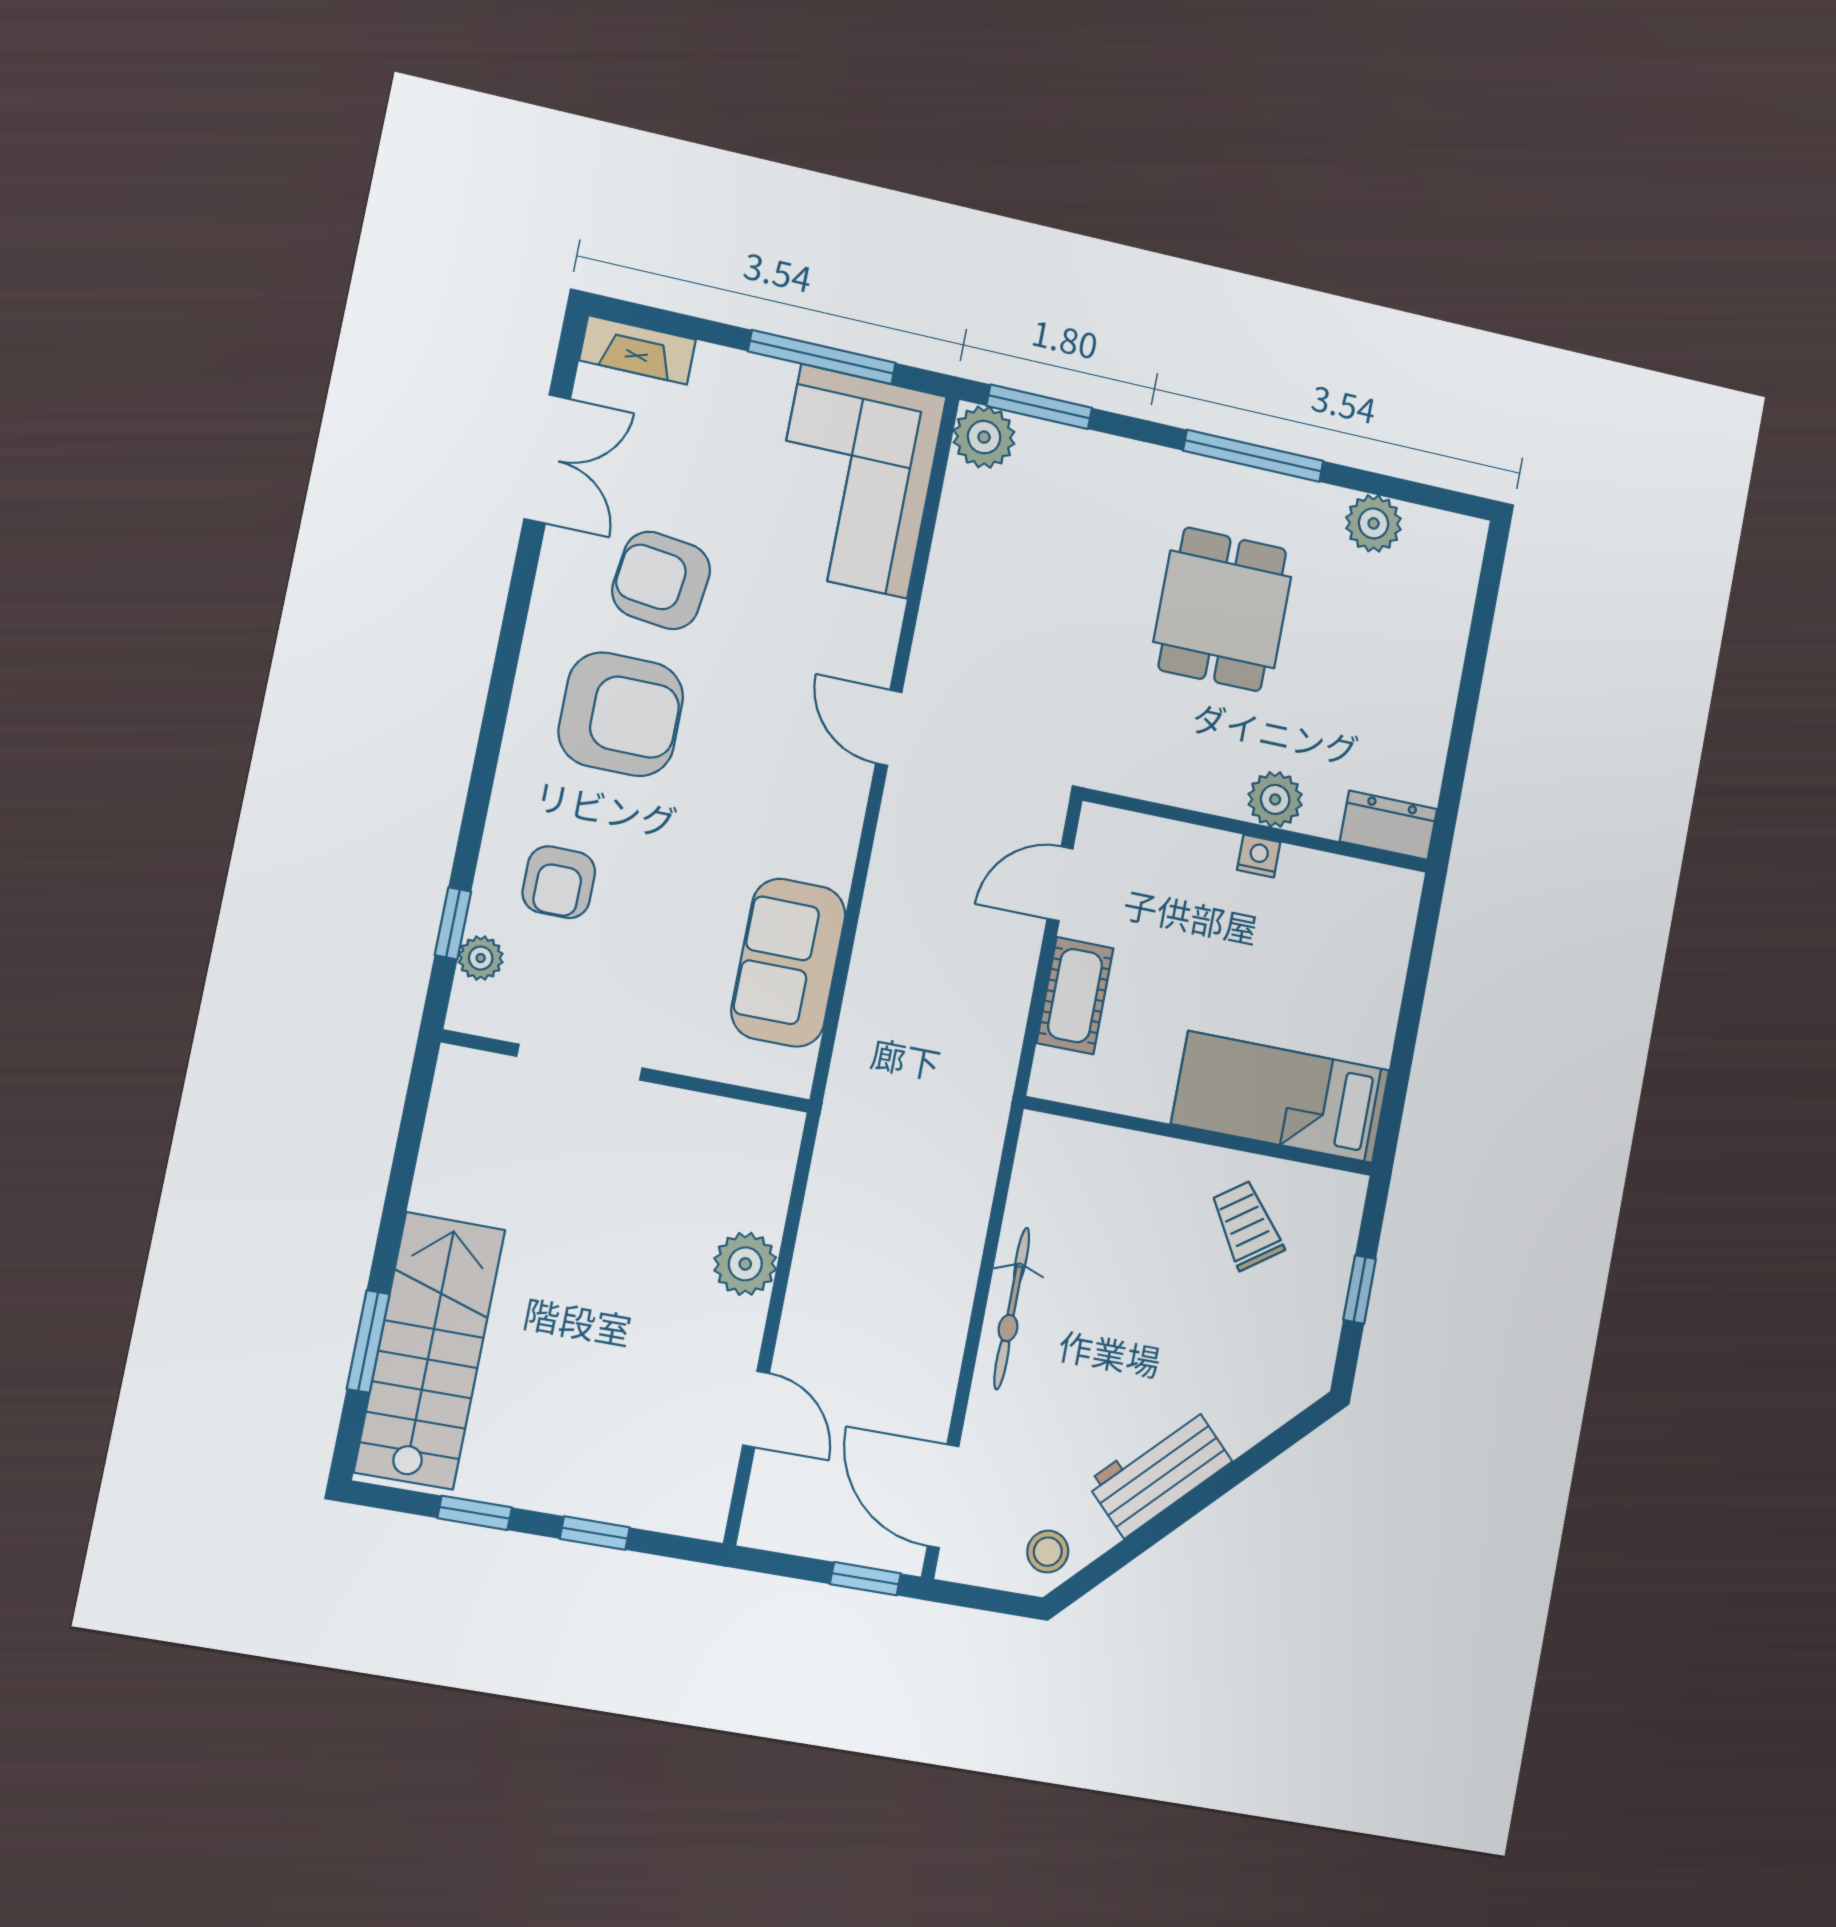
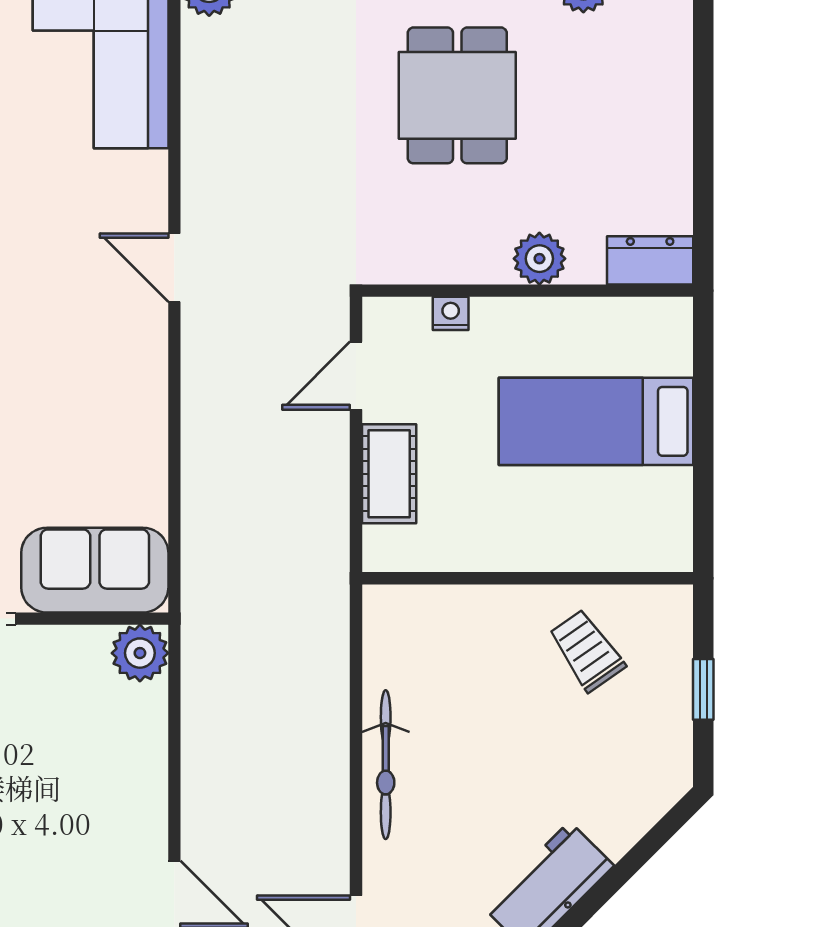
nightstand: (1259, 856) -> (451, 313), moved
sofa: (788, 963) -> (95, 570), moved, turned 90
bed: (1280, 1097) -> (596, 421), moved
plant: (745, 1264) -> (140, 653), moved

